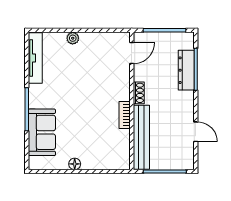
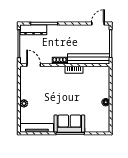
dresser: (186, 70) -> (33, 30), moved
sofa: (42, 132) -> (69, 124), moved
door: (196, 132) -> (98, 23), moved

